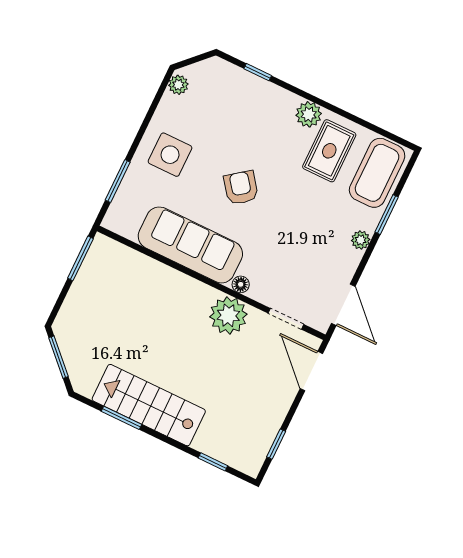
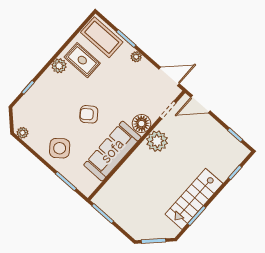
side table: (170, 155) -> (60, 148), turned -38
floor lamp: (241, 284) -> (141, 124), width x1.89, depth x1.89

